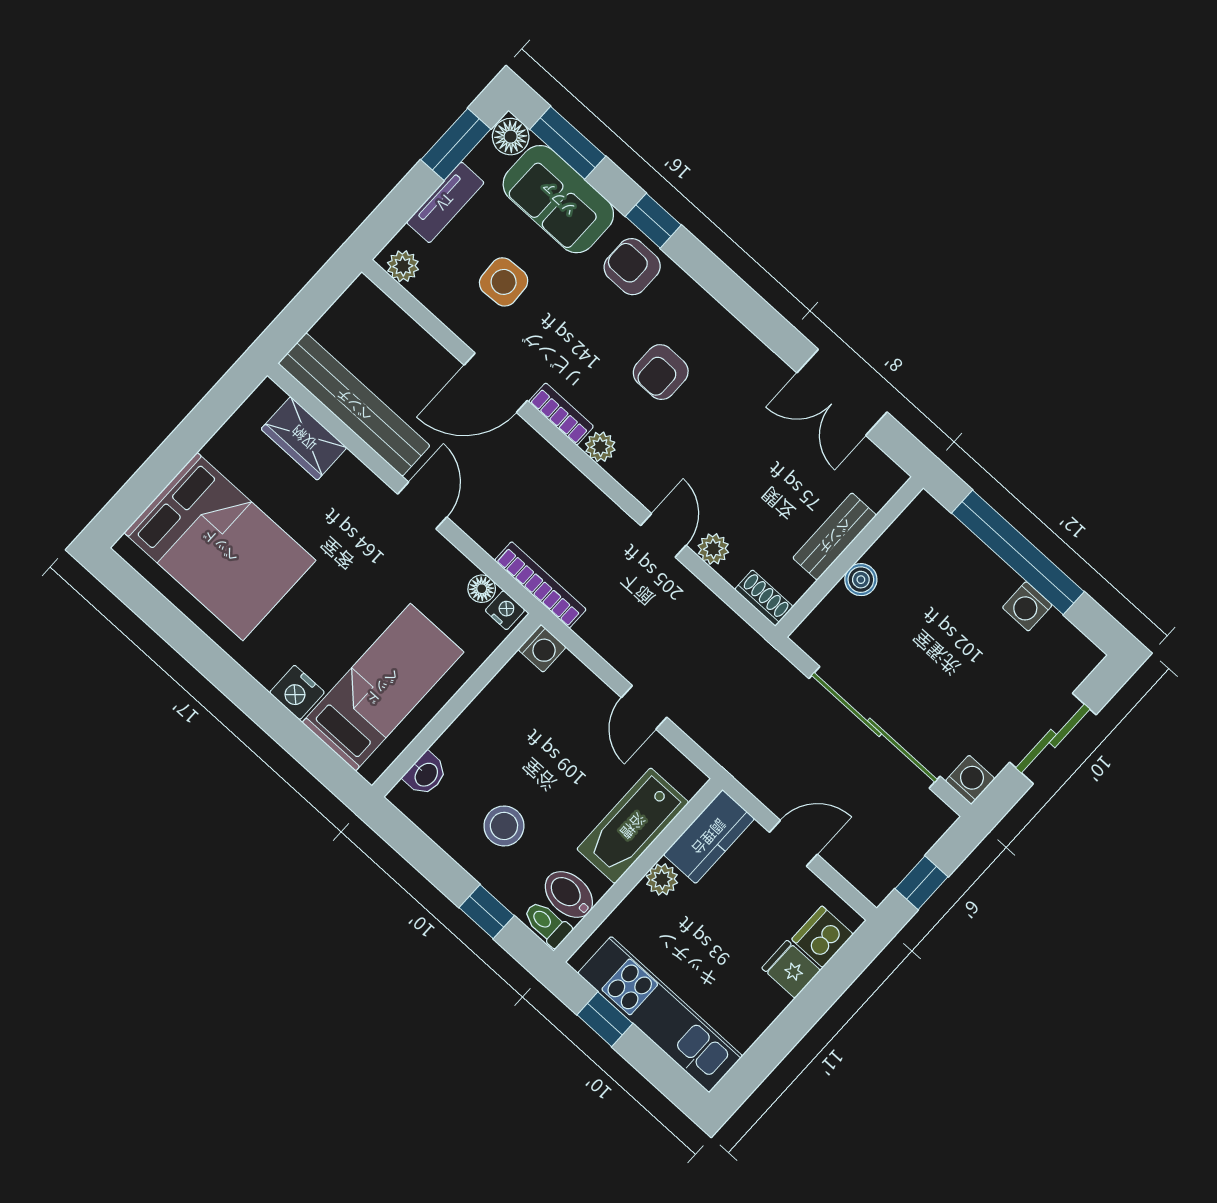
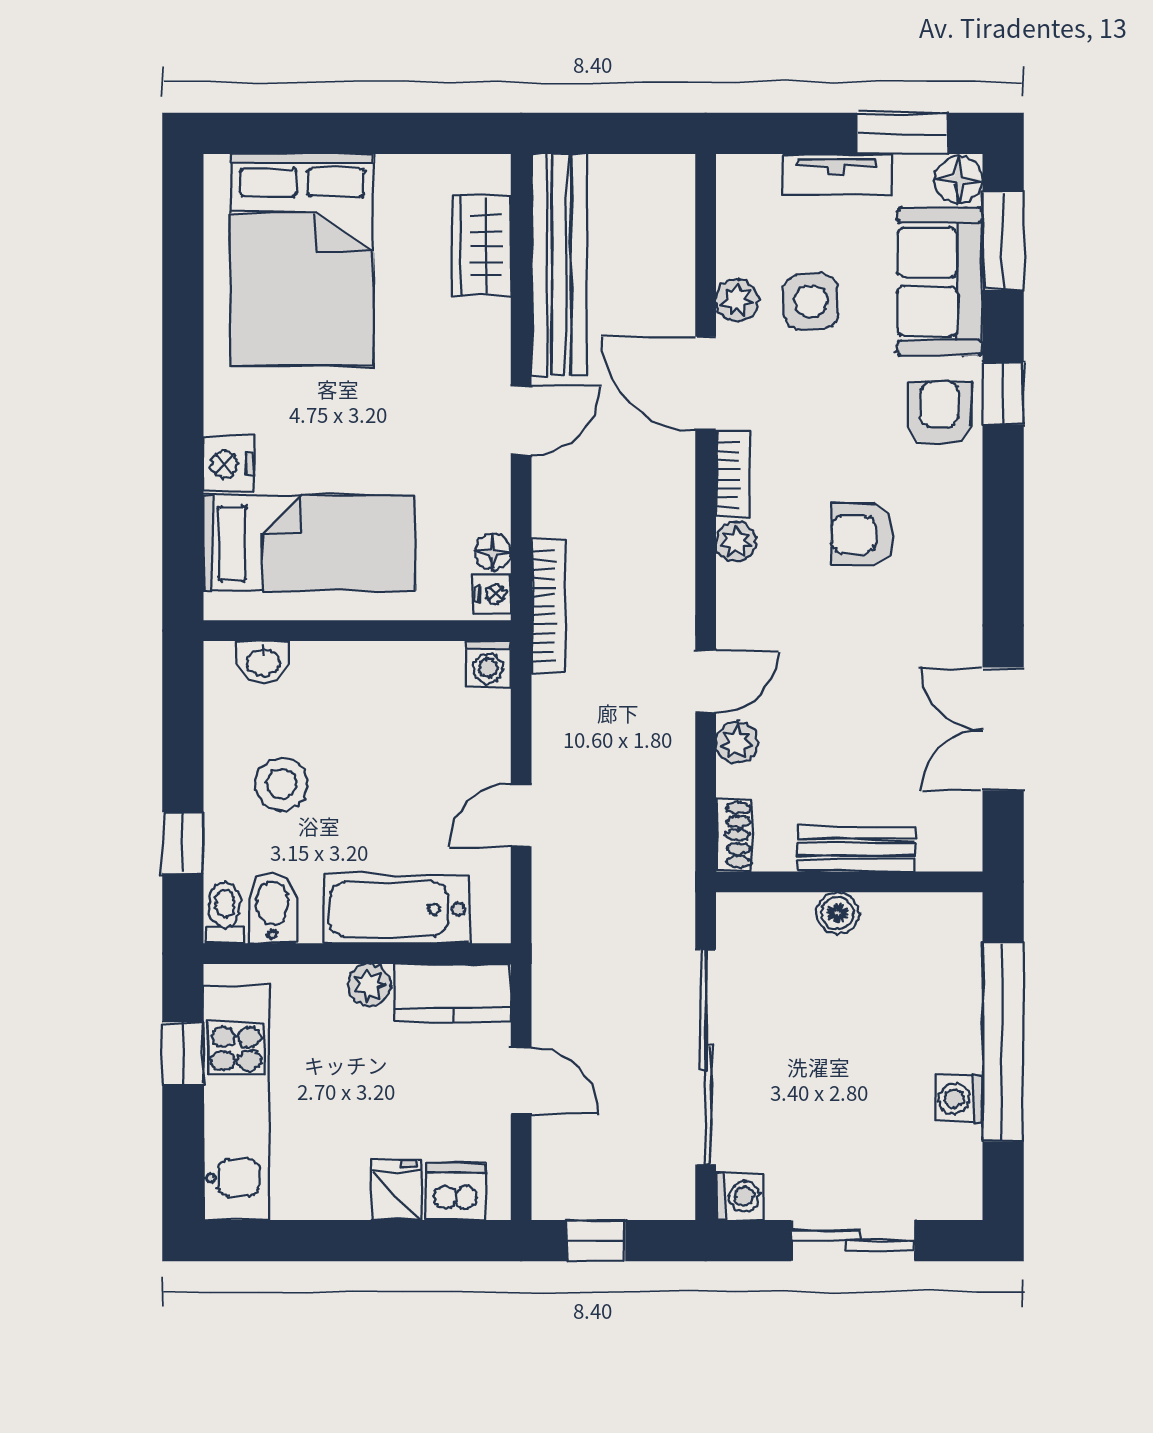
plant: (403, 266) -> (737, 300), moved

